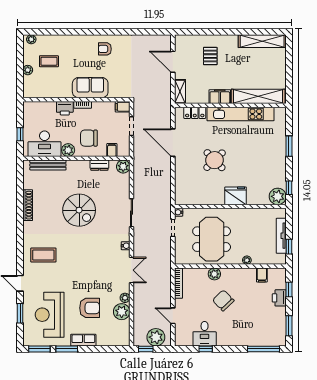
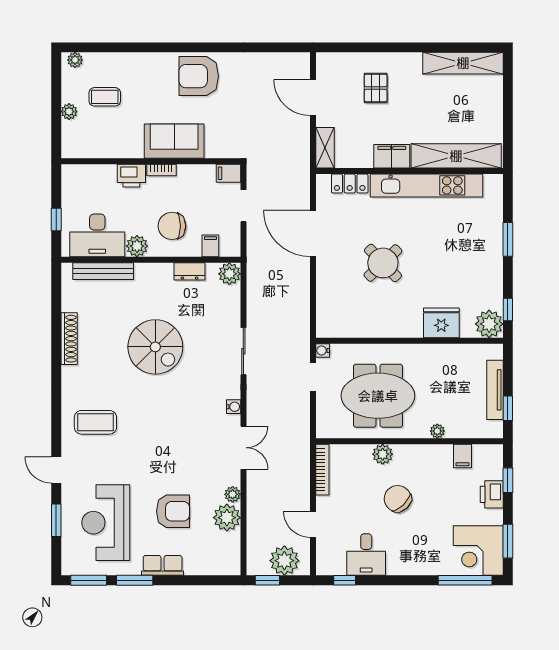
armchair: (105, 49) -> (199, 76), width x1.88, depth x1.88
fridge: (236, 196) -> (441, 323), moved
meeting table: (212, 239) -> (378, 396), turned 90
corner desk: (271, 331) -> (478, 551), added
window: (206, 349) -> (345, 580), moved

